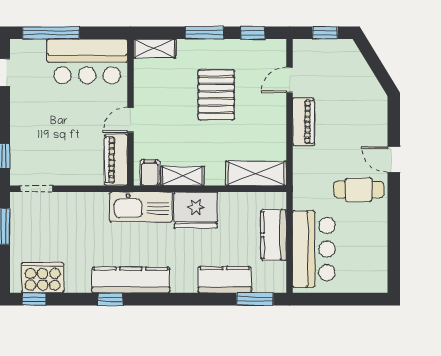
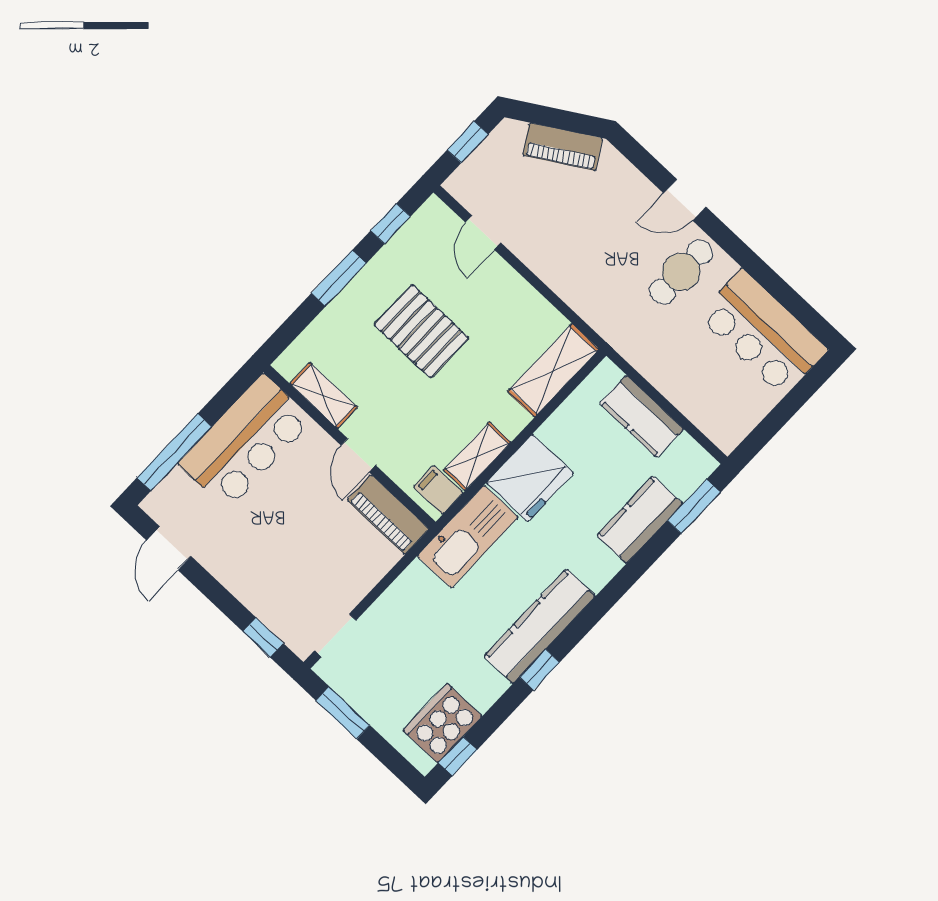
shelving: (155, 48) -> (324, 396), moved, turned 90
piano: (303, 122) -> (563, 147), moved, turned 149
bar counter: (314, 249) -> (763, 333), moved, turned 180

